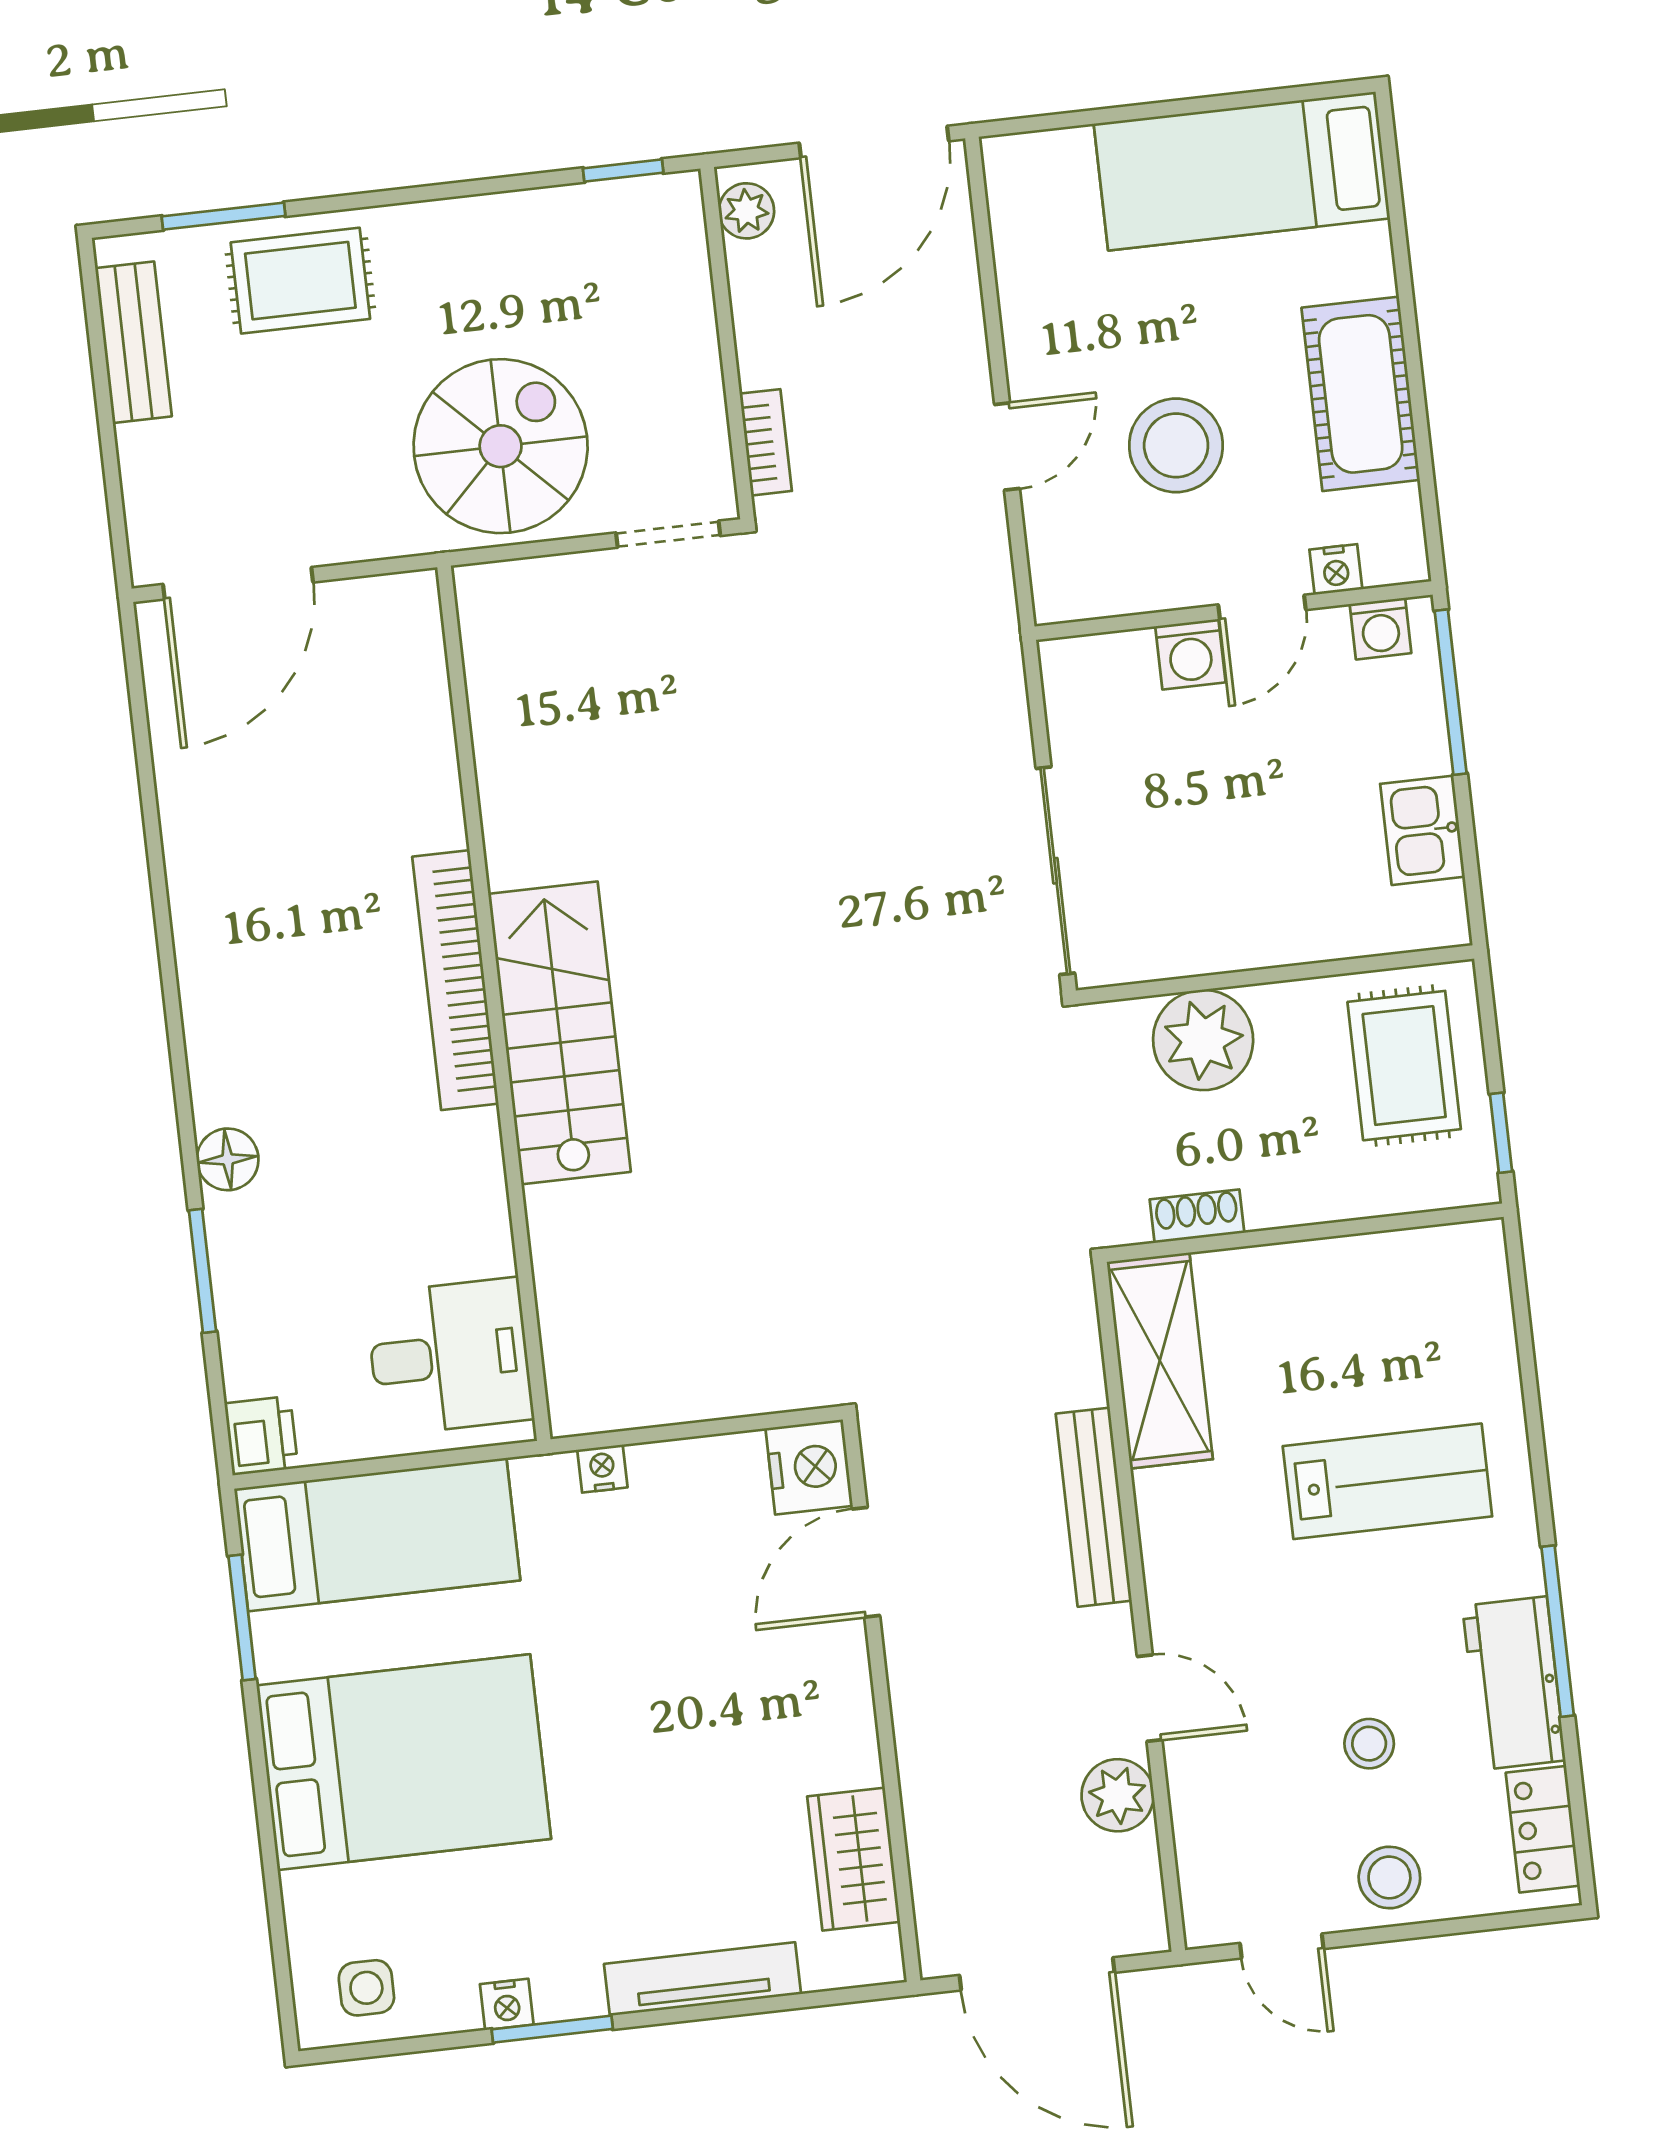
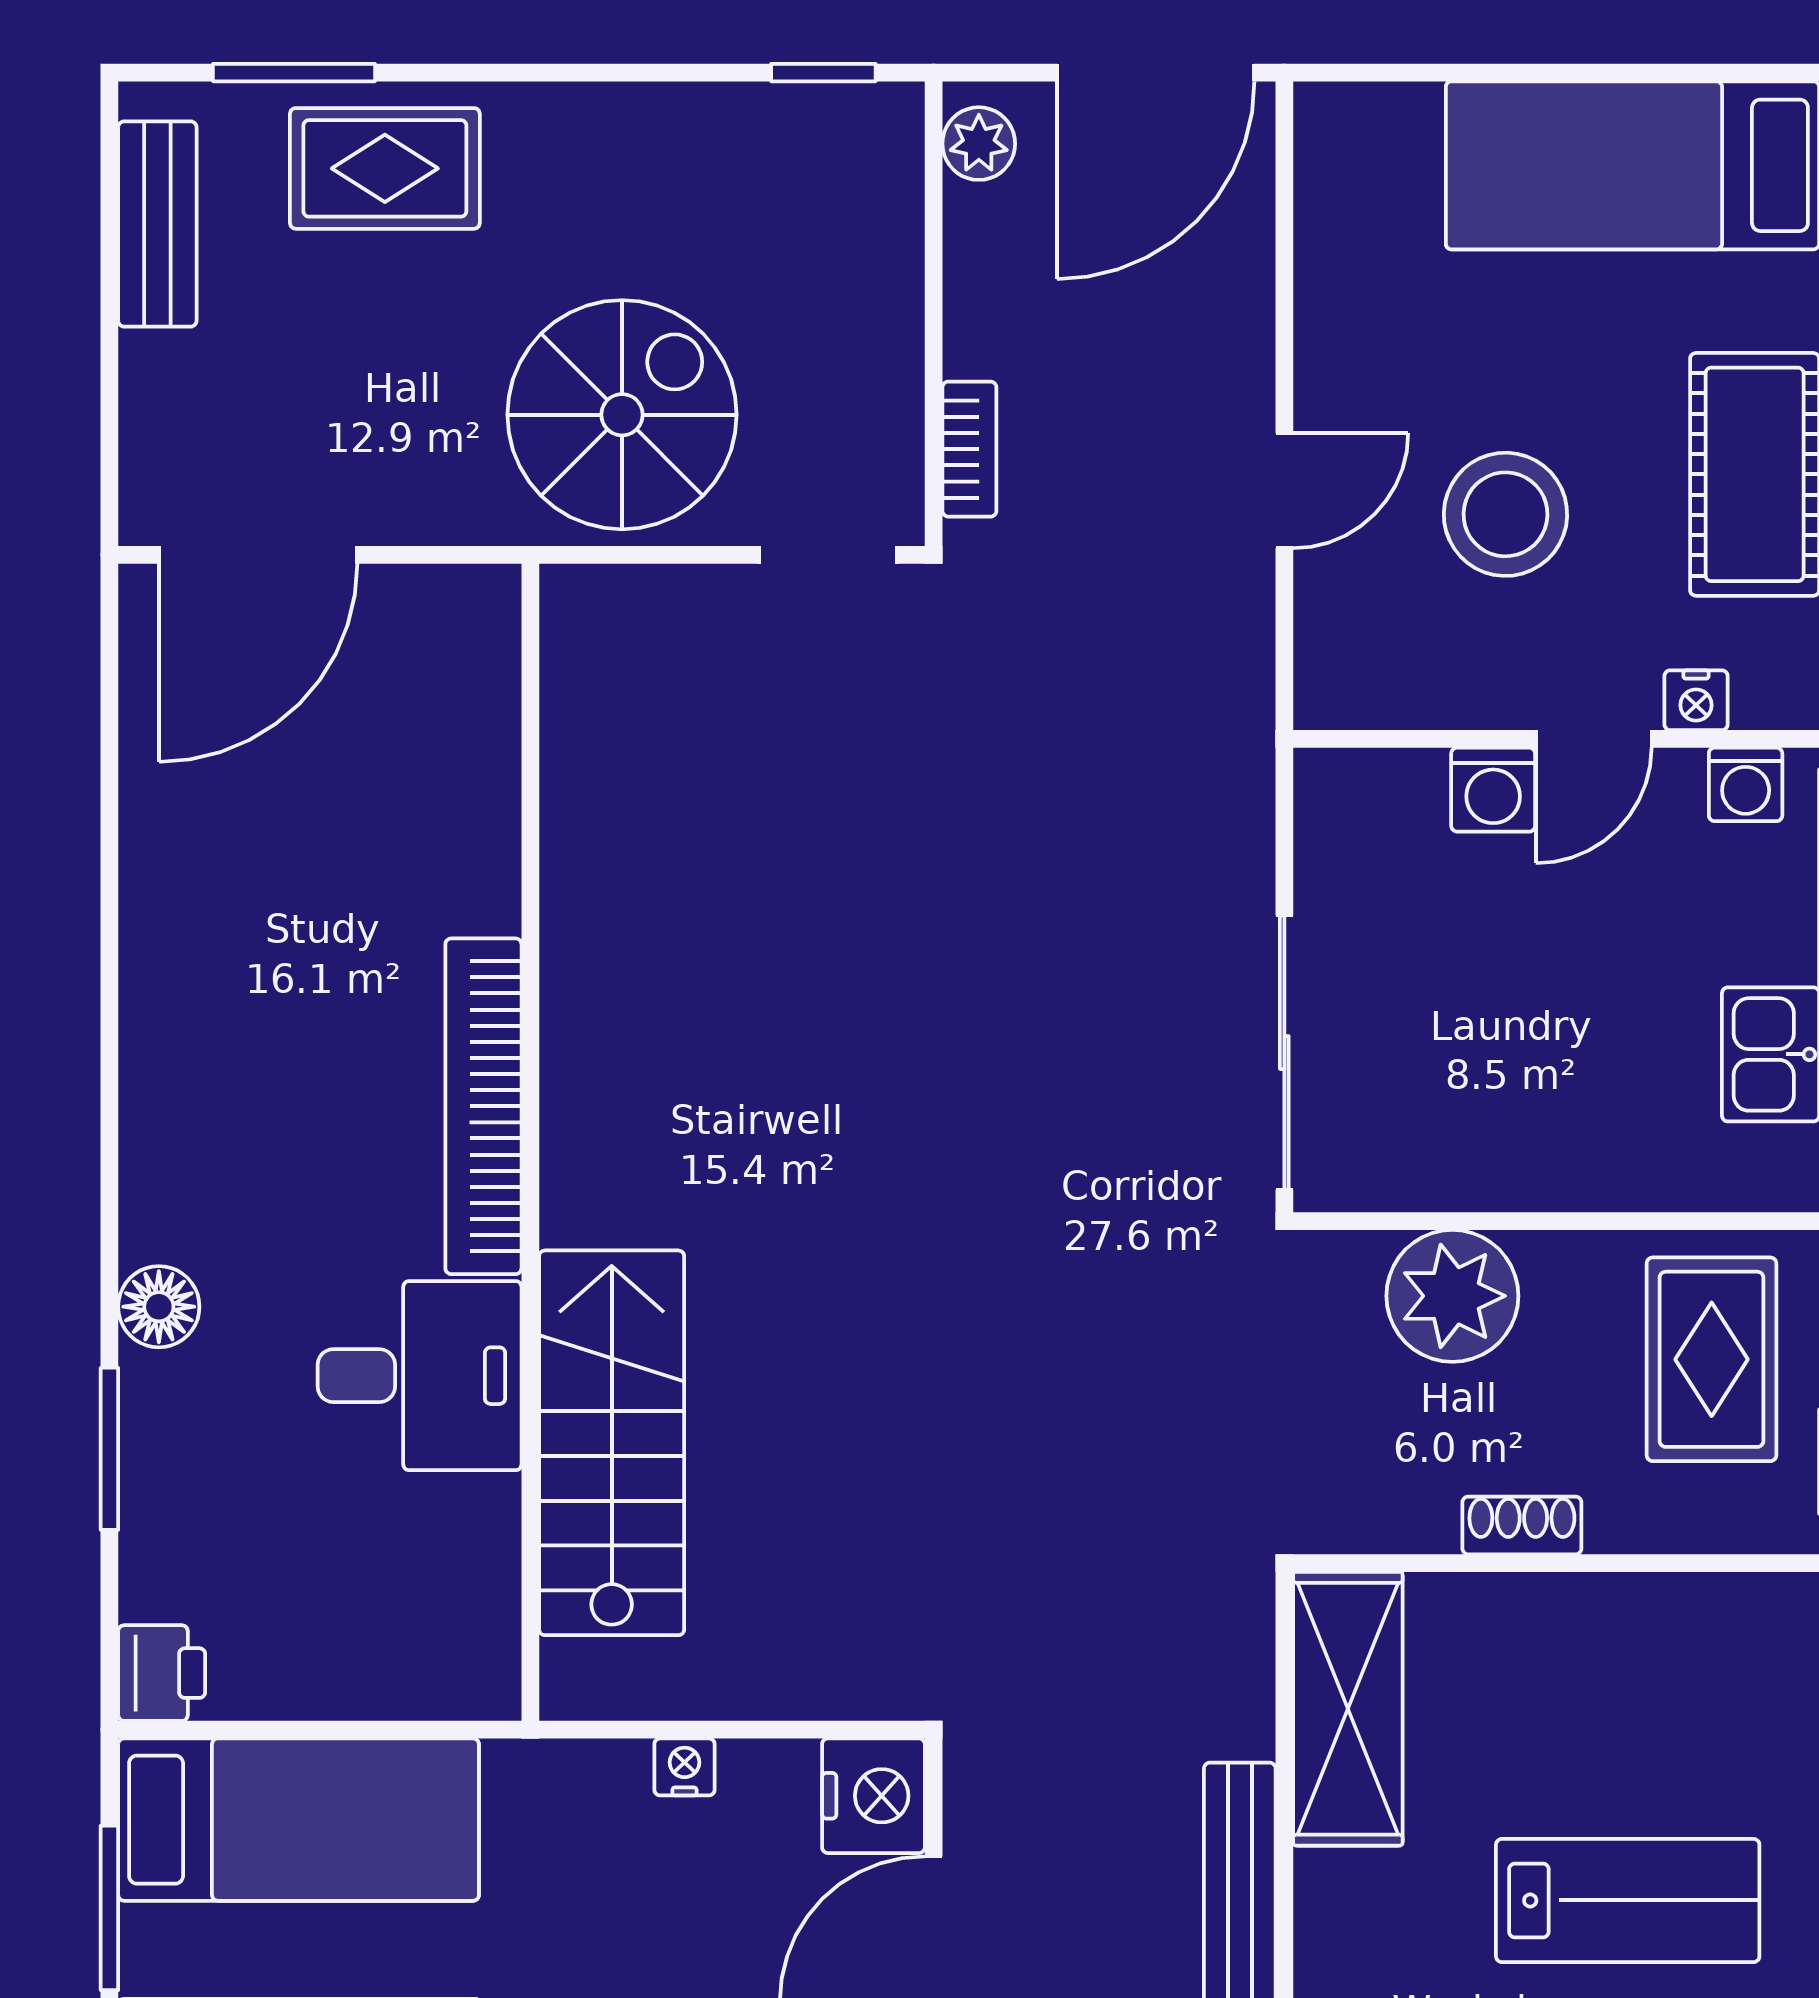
stairs: (559, 1033) -> (612, 1443), moved
shoe rack: (1197, 1216) -> (1522, 1525), moved
desk: (449, 1357) -> (420, 1376), moved
nightstand: (602, 1469) -> (684, 1767), moved

